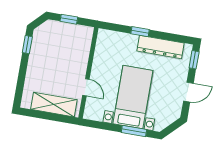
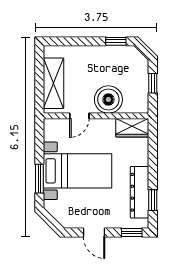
window: (140, 32) -> (153, 200), moved
wardrobe: (104, 43) -> (132, 128), added
boiler: (76, 60) -> (108, 100), added

